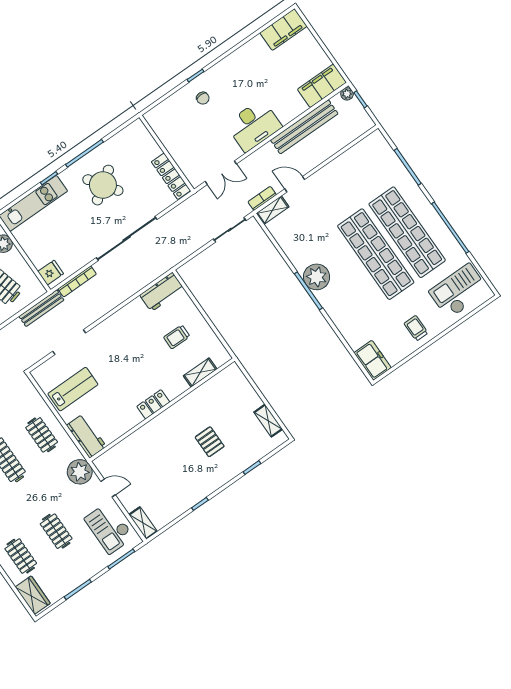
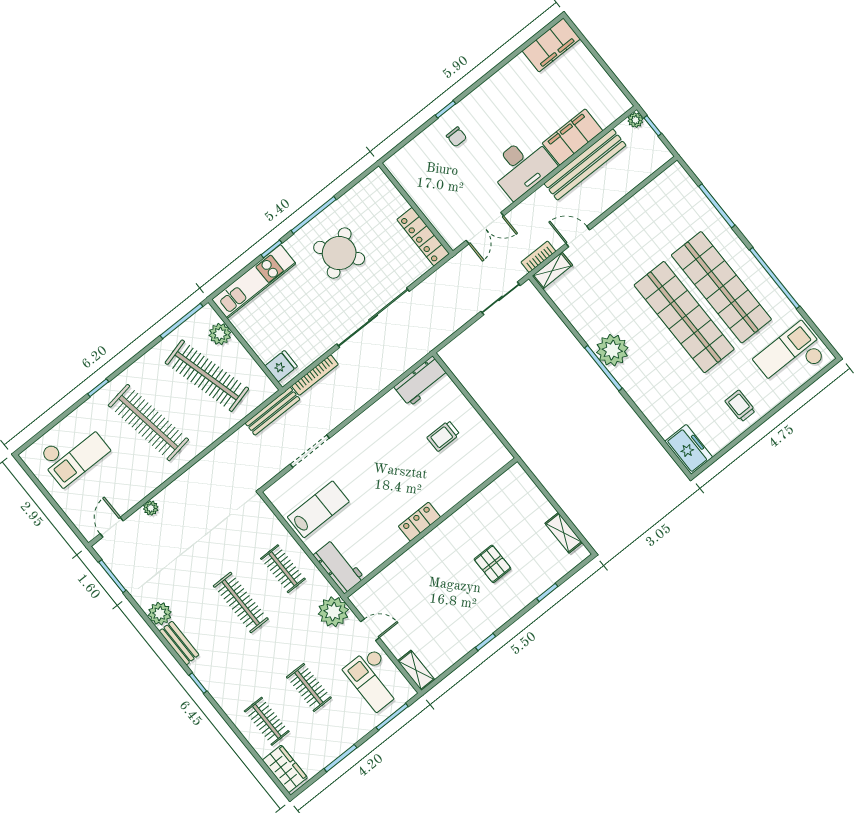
filing cabinet: (322, 86) -> (573, 137), moved
shelving: (200, 372) -> (475, 478), removed

